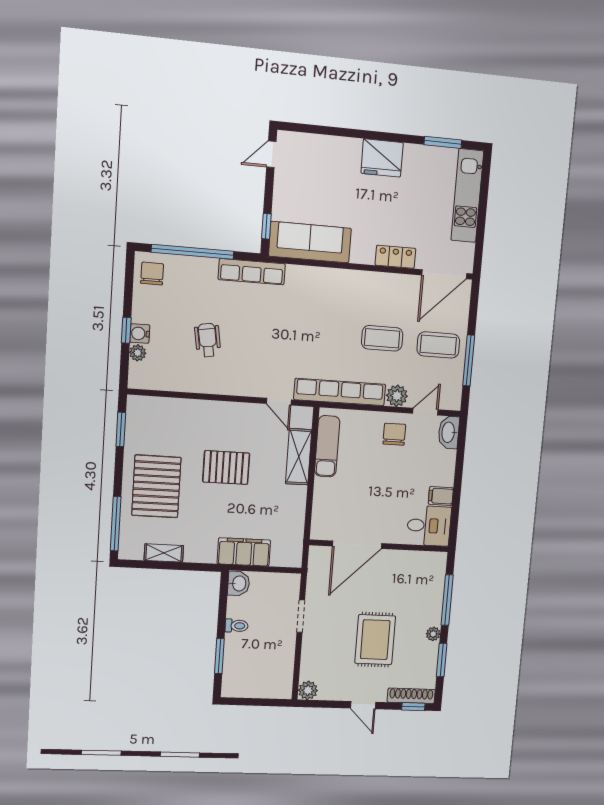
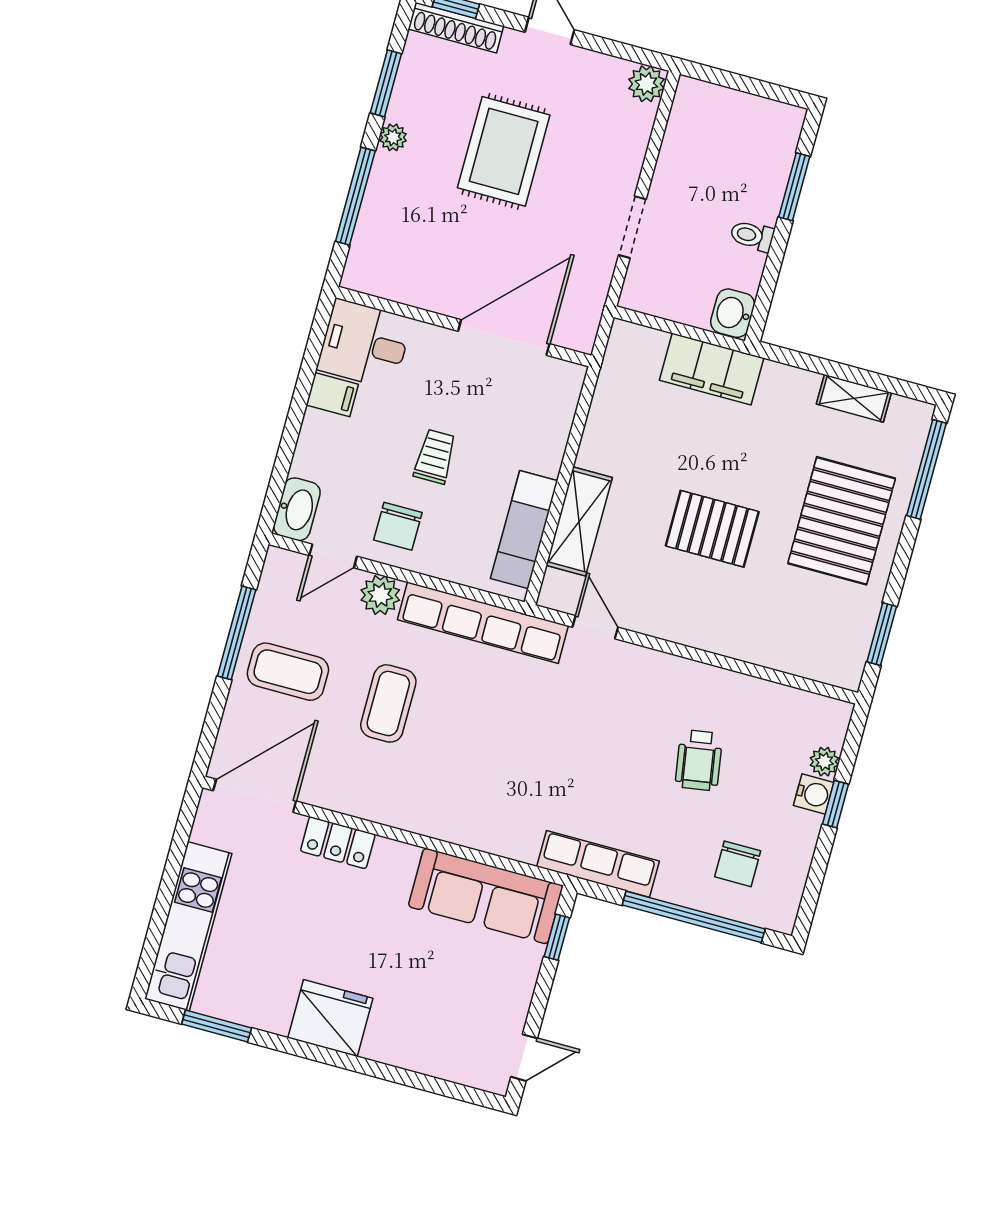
chair: (152, 274) -> (738, 864), moved
coffee table: (382, 338) -> (388, 703), turned 90
trolley: (382, 475) -> (435, 457), added

